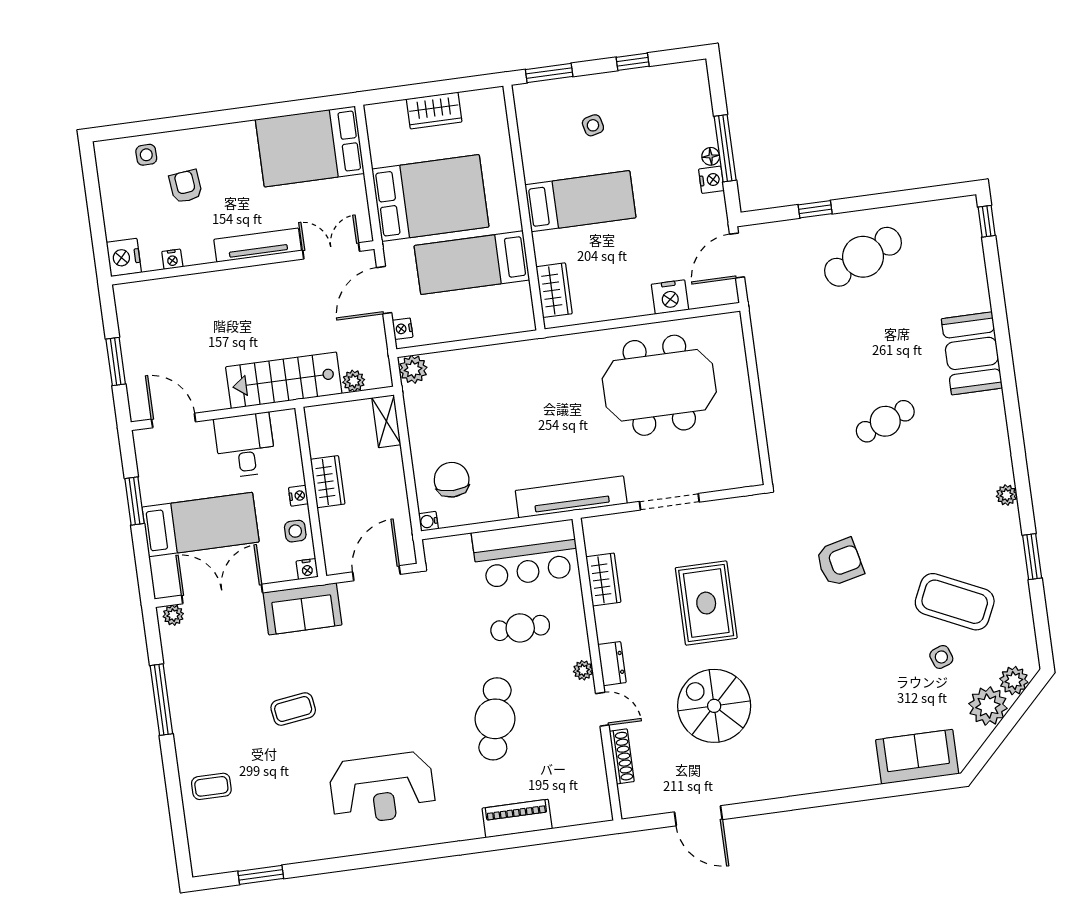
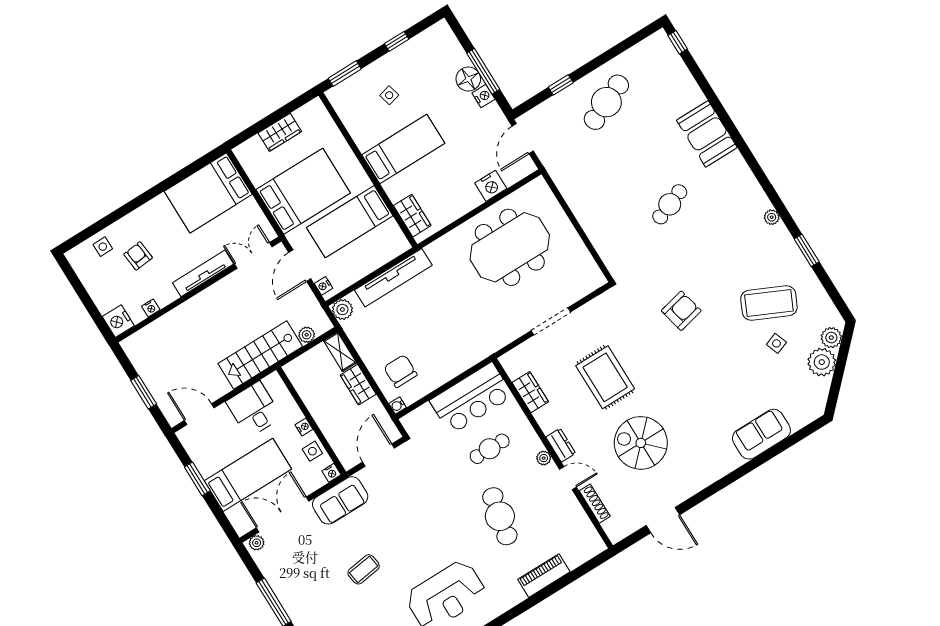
floor lamp: (711, 156) -> (468, 79), width x1.89, depth x1.89
wardrobe: (328, 482) -> (358, 385), moved, turned 180
tv unit: (571, 497) -> (393, 278), moved, turned 180
sofa: (917, 757) -> (761, 434), moved

